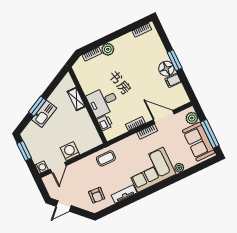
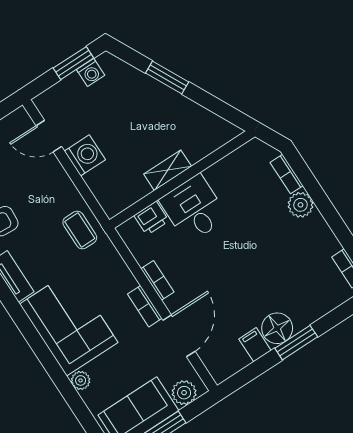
shelving: (76, 99) -> (168, 170), moved
kitchen sink: (44, 114) -> (154, 93), removed
washing machine: (42, 167) -> (91, 72), moved

